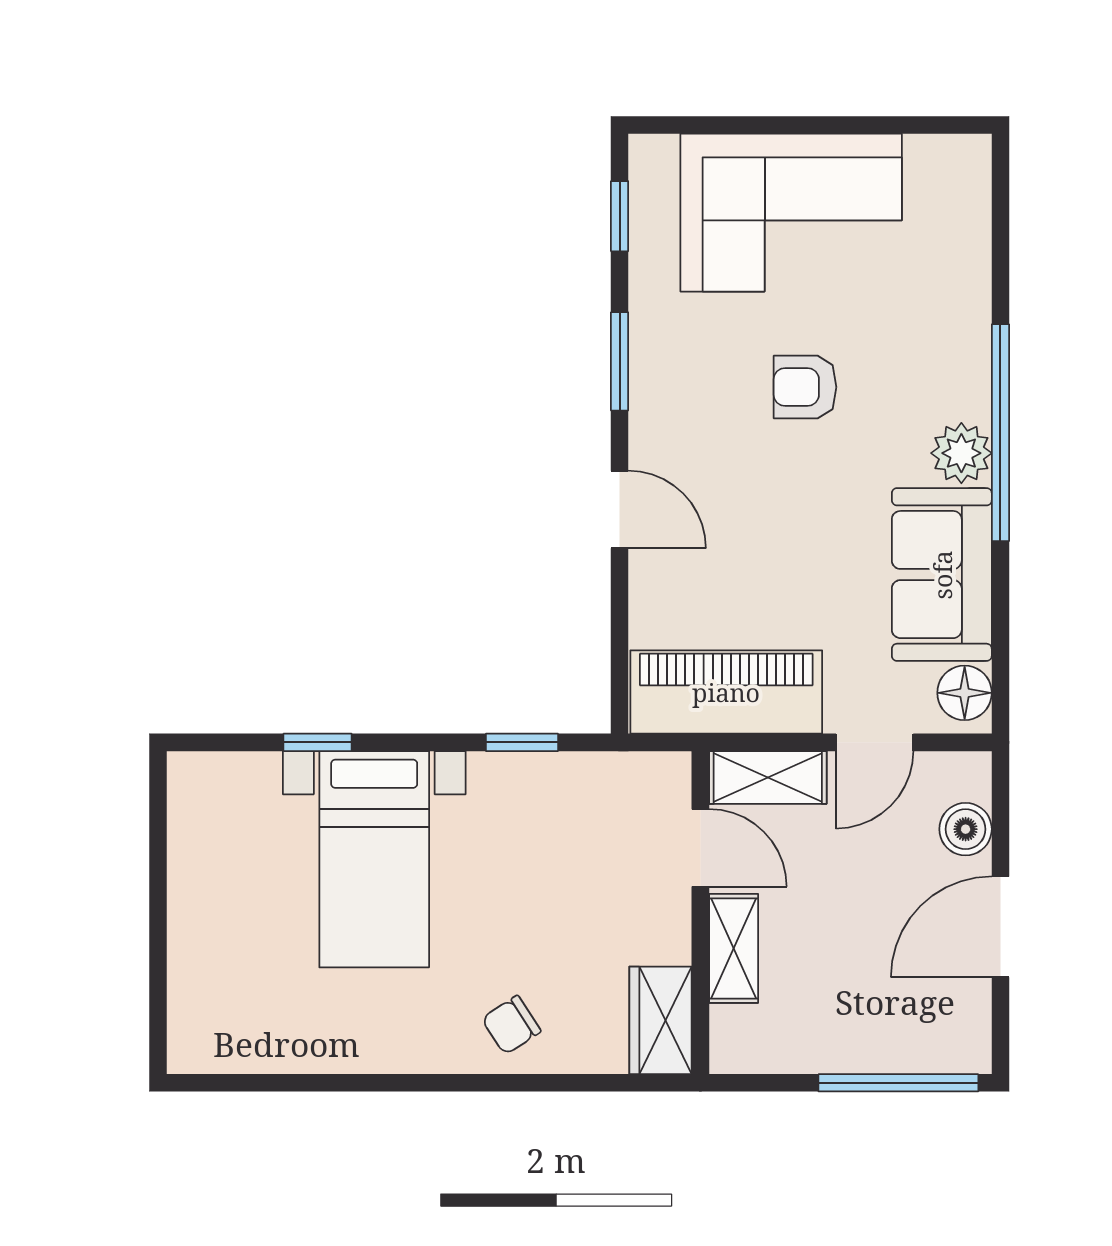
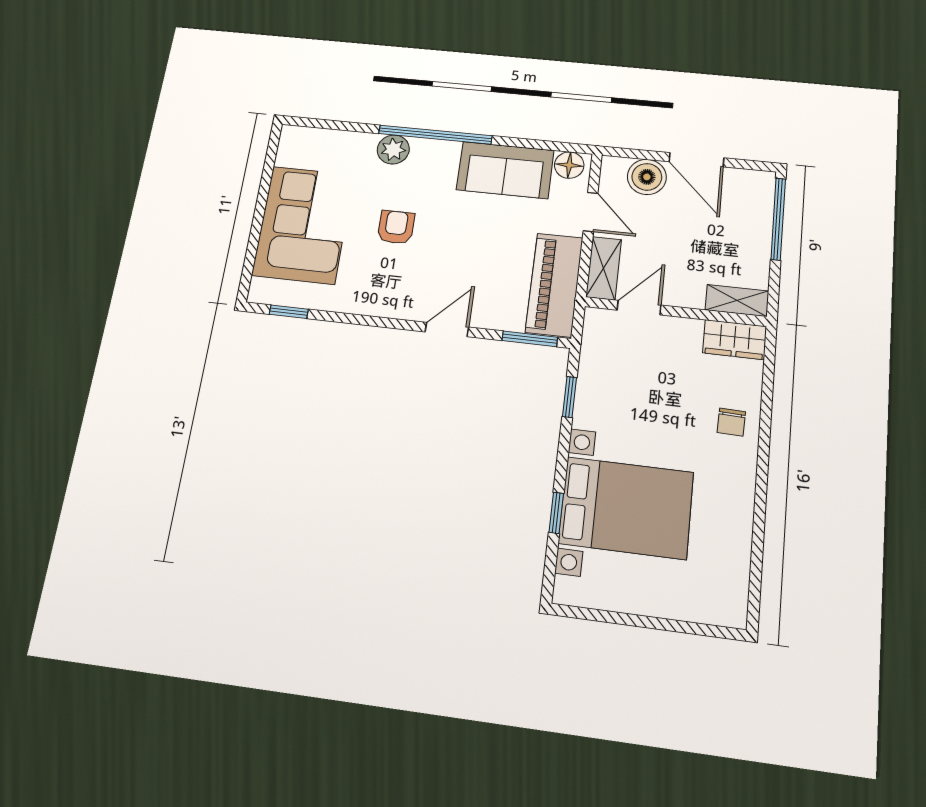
window: (620, 361) -> (530, 339), moved
armchair: (805, 387) -> (396, 227), turned 180
plant: (961, 453) -> (393, 150), moved
boiler: (966, 829) -> (647, 177), width x1.36, depth x1.36
bed with nightstands: (374, 859) -> (626, 508), width x1.36
shelving: (734, 948) -> (737, 301), moved
chair: (511, 1025) -> (731, 422), turned 35

